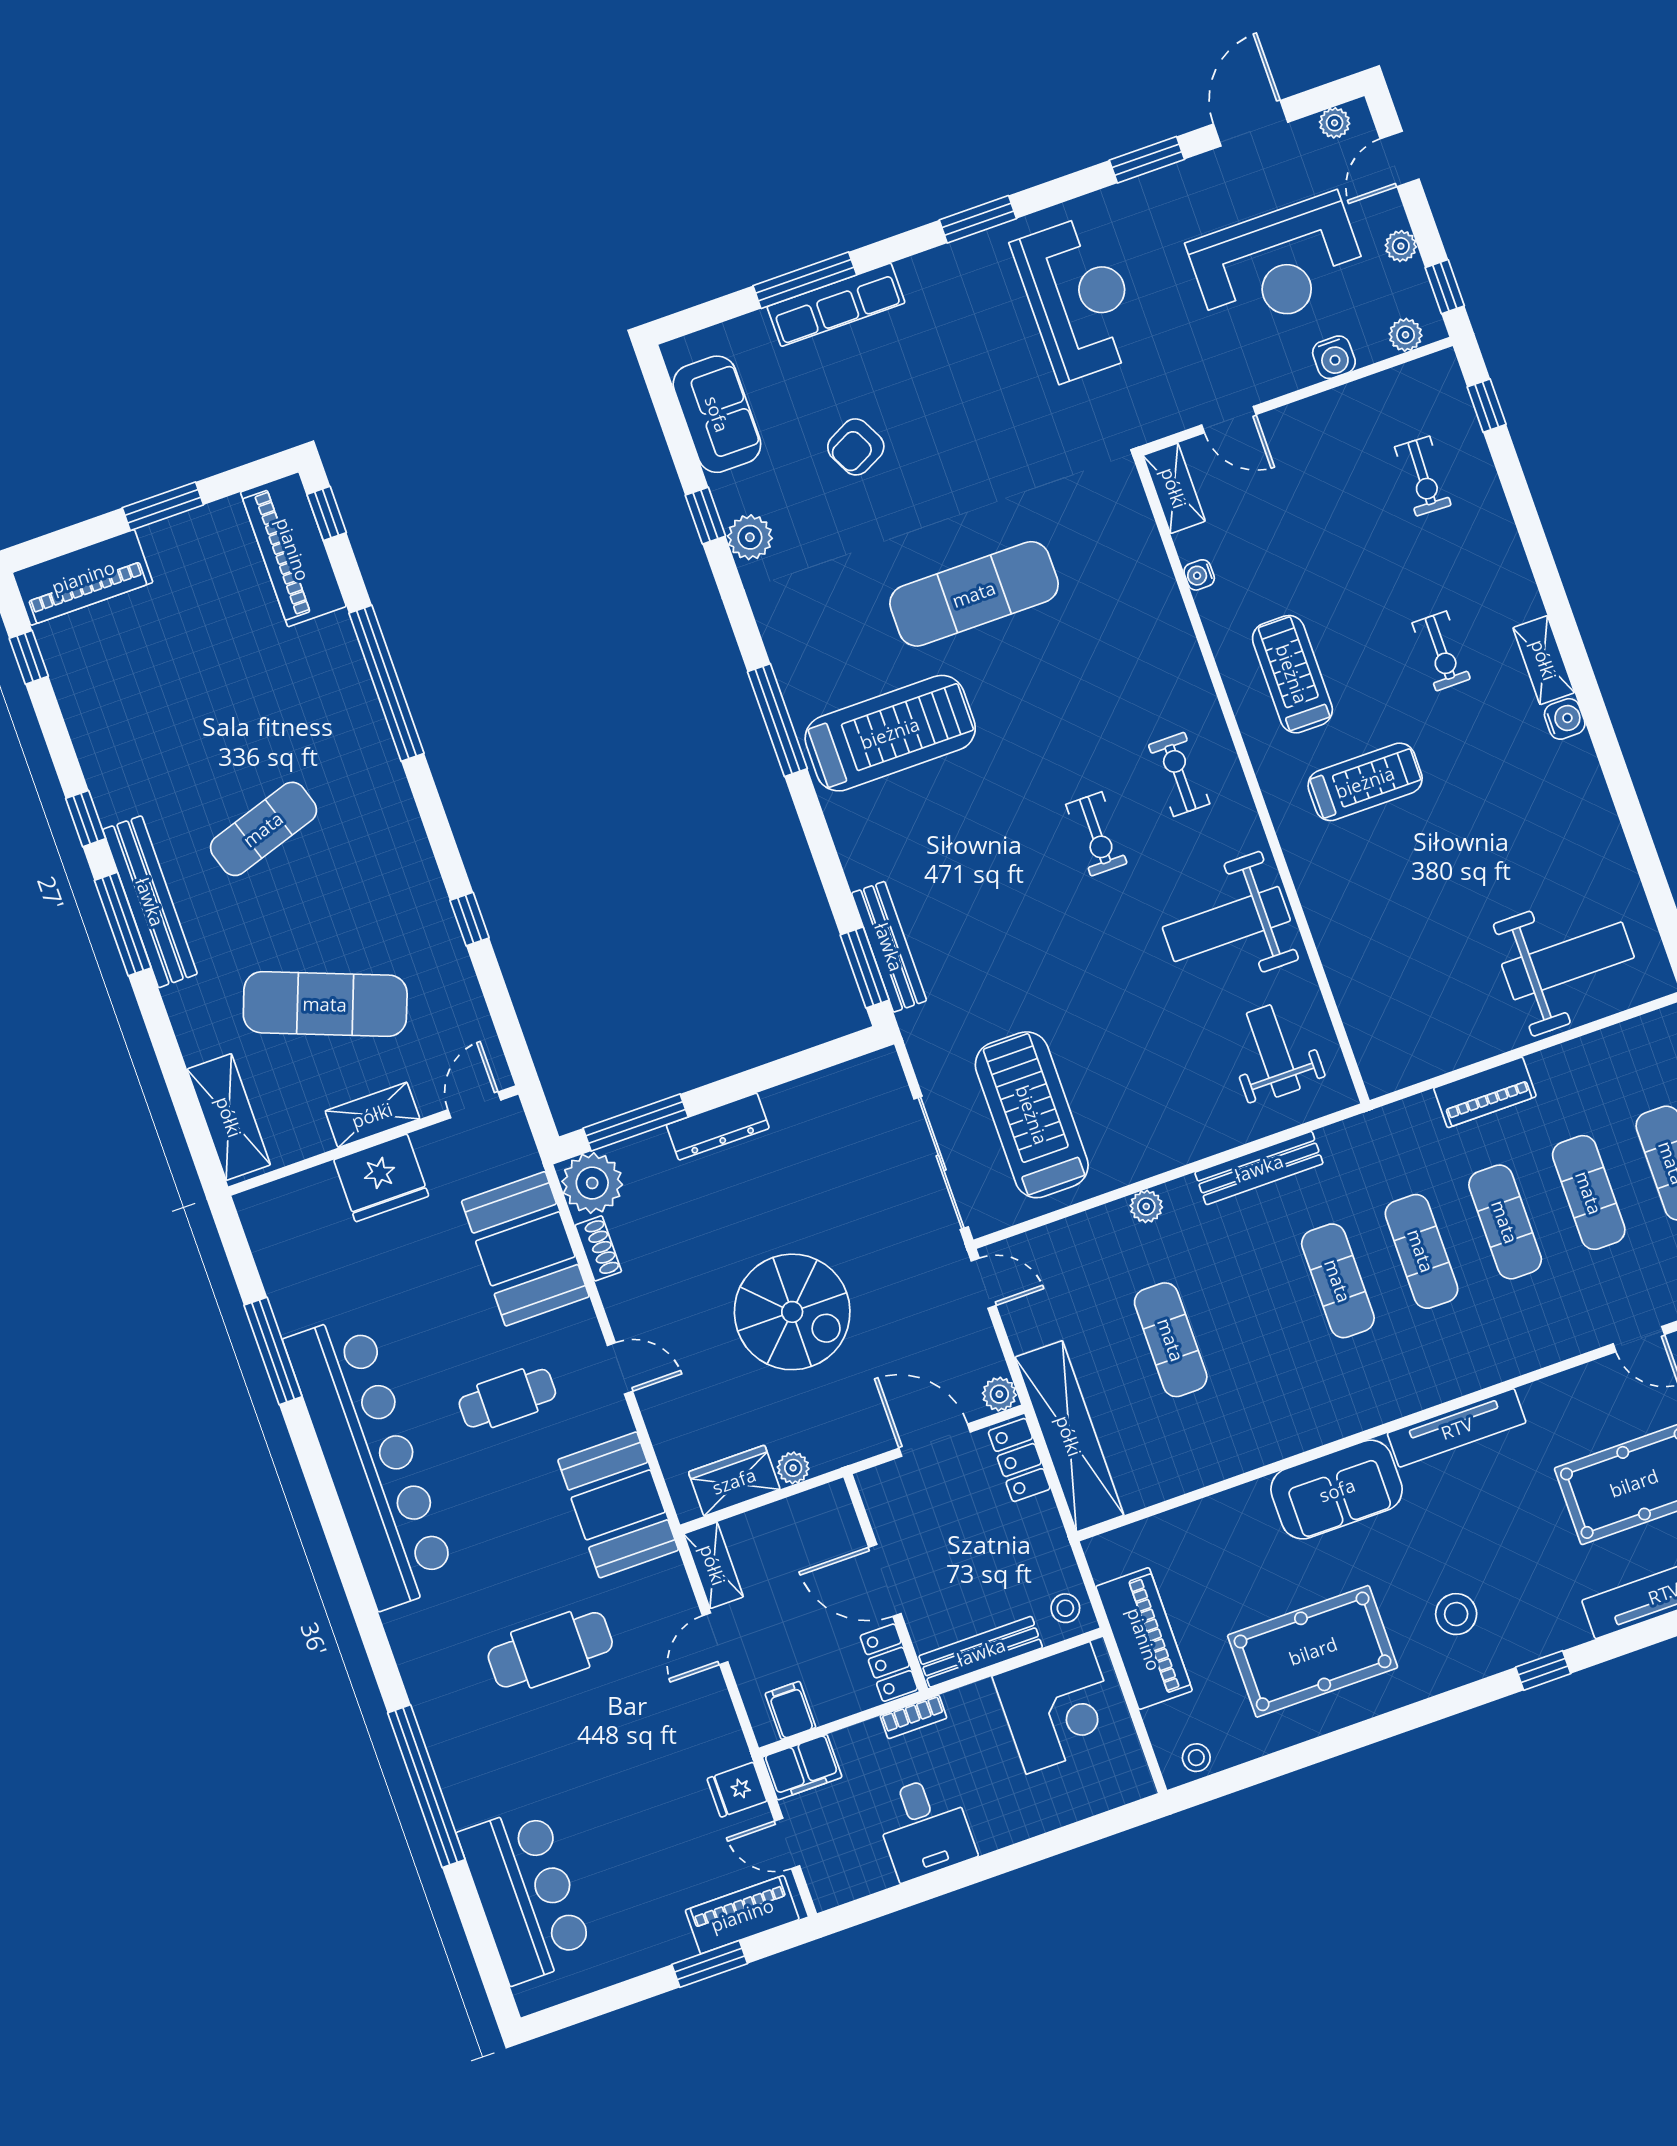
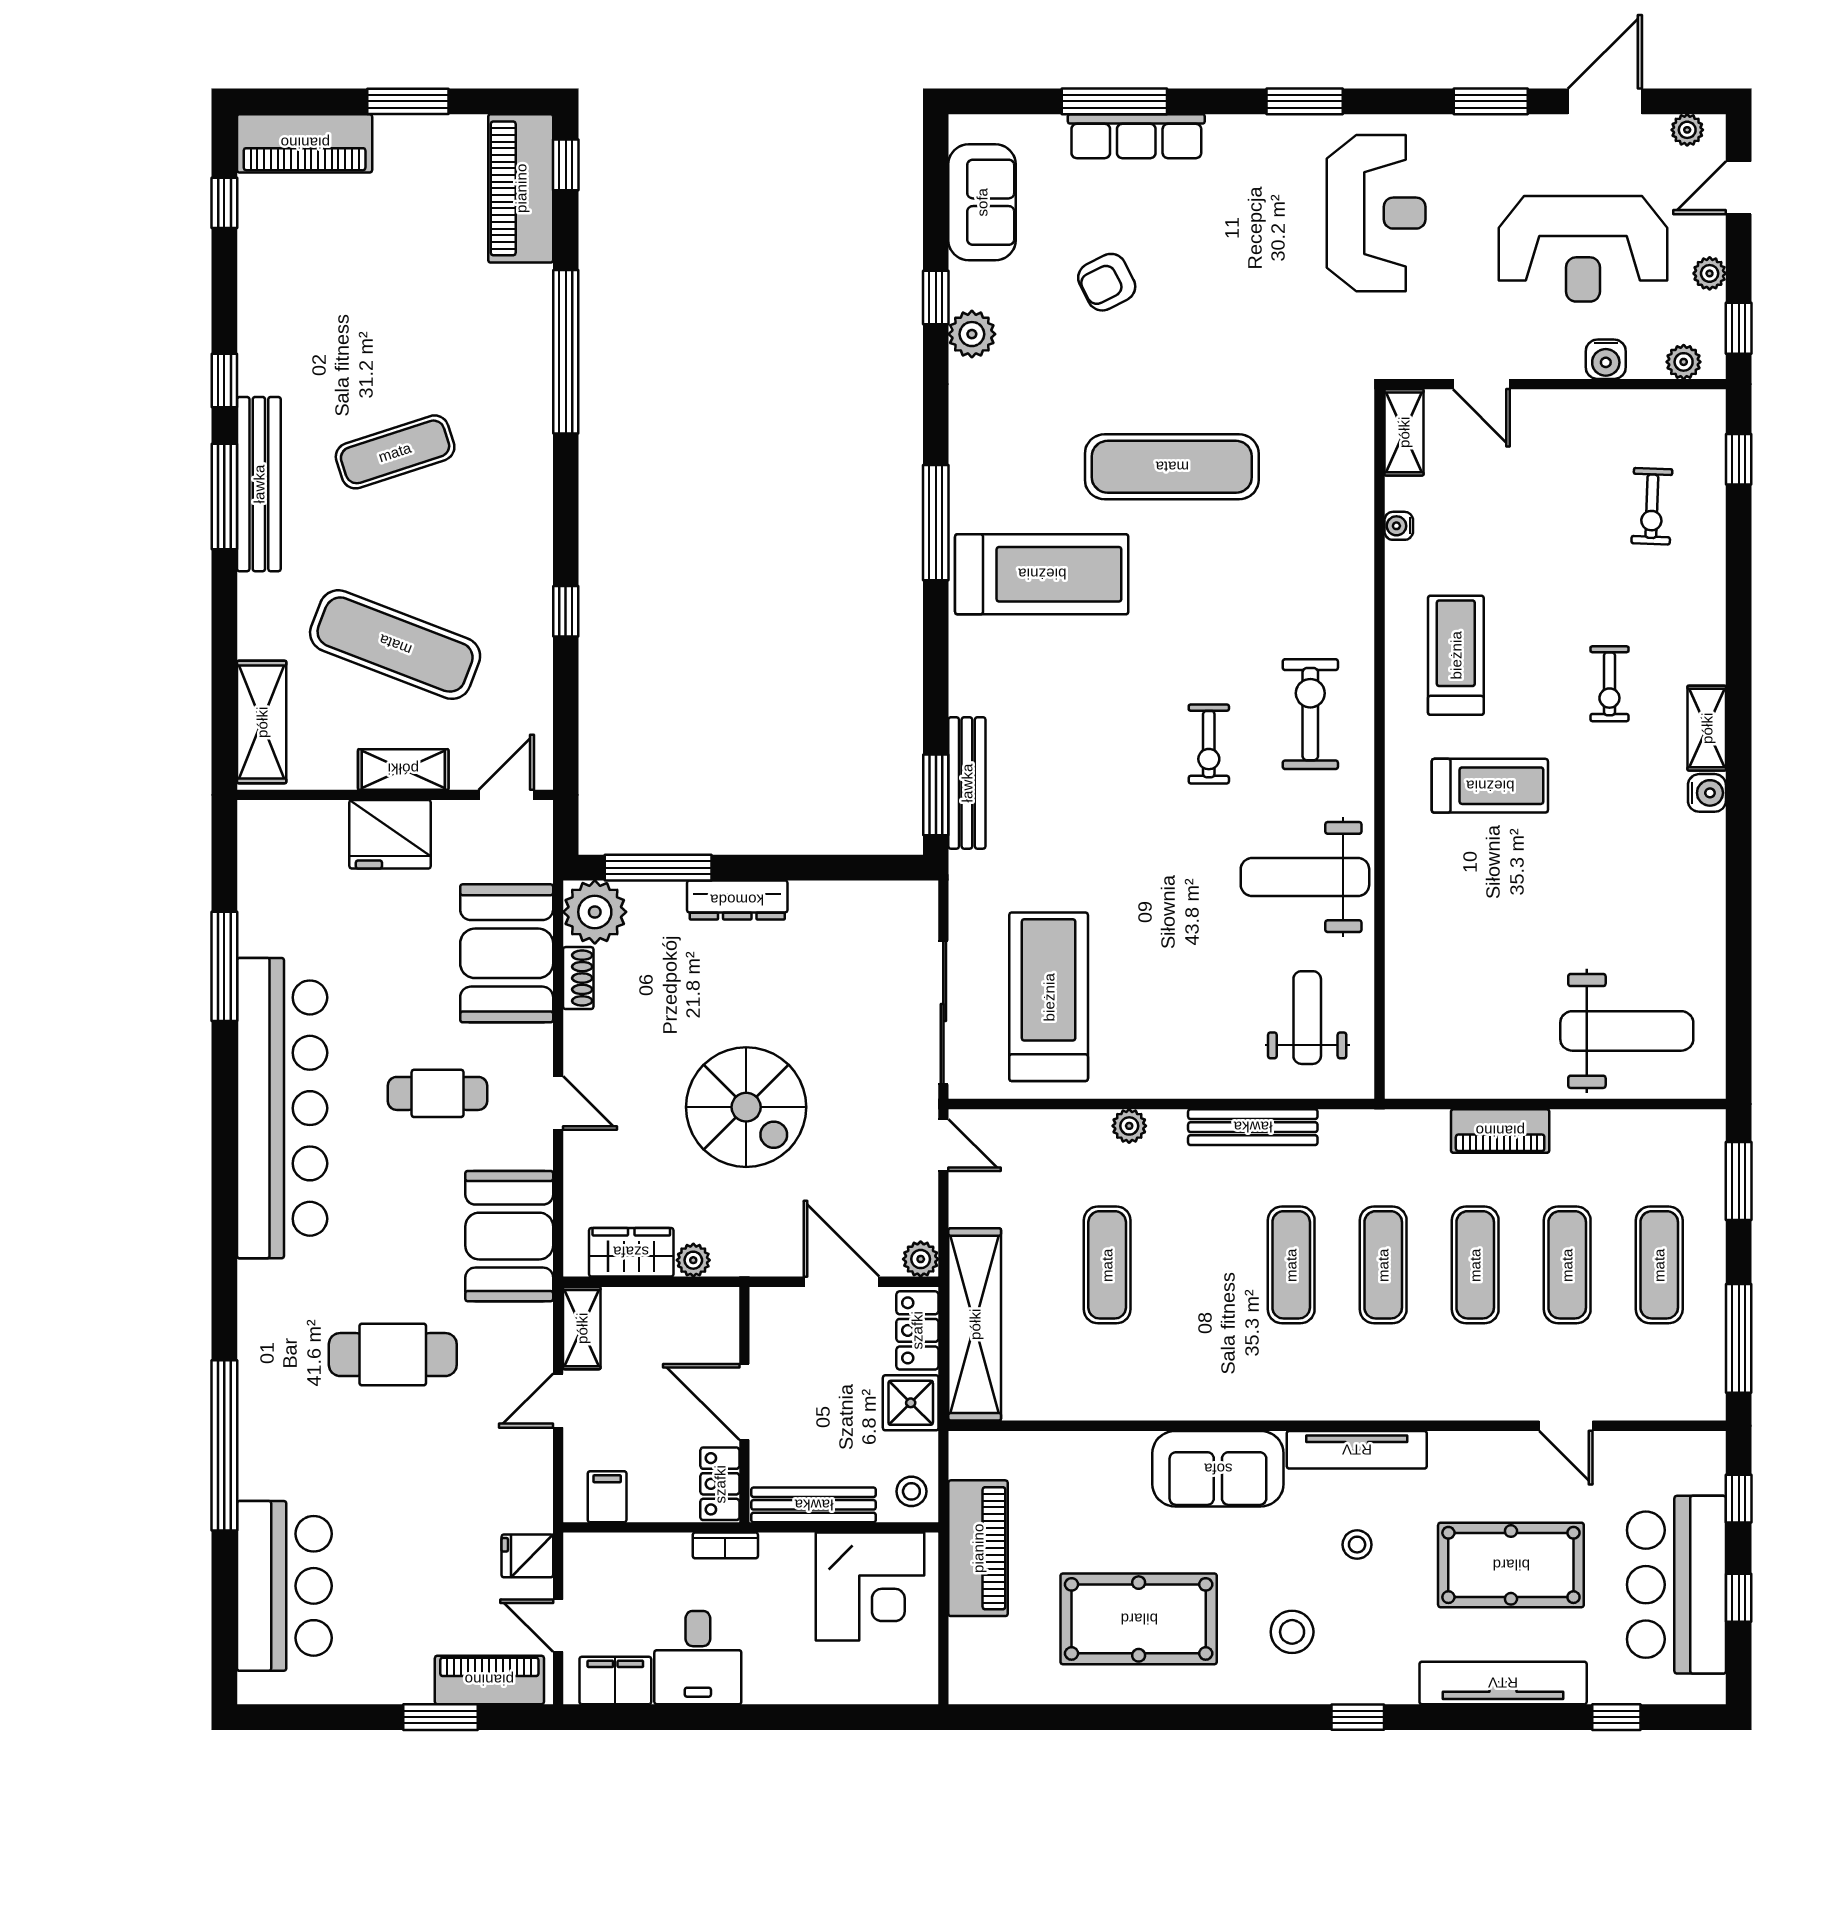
exercise bike: (1179, 774) -> (1310, 714), width x1.38, depth x1.39
shower: (1036, 1528) -> (911, 1403), added
stool: (1196, 1758) -> (1357, 1545), moved
filing cabinet: (802, 1767) -> (615, 1681), moved, turned 180

